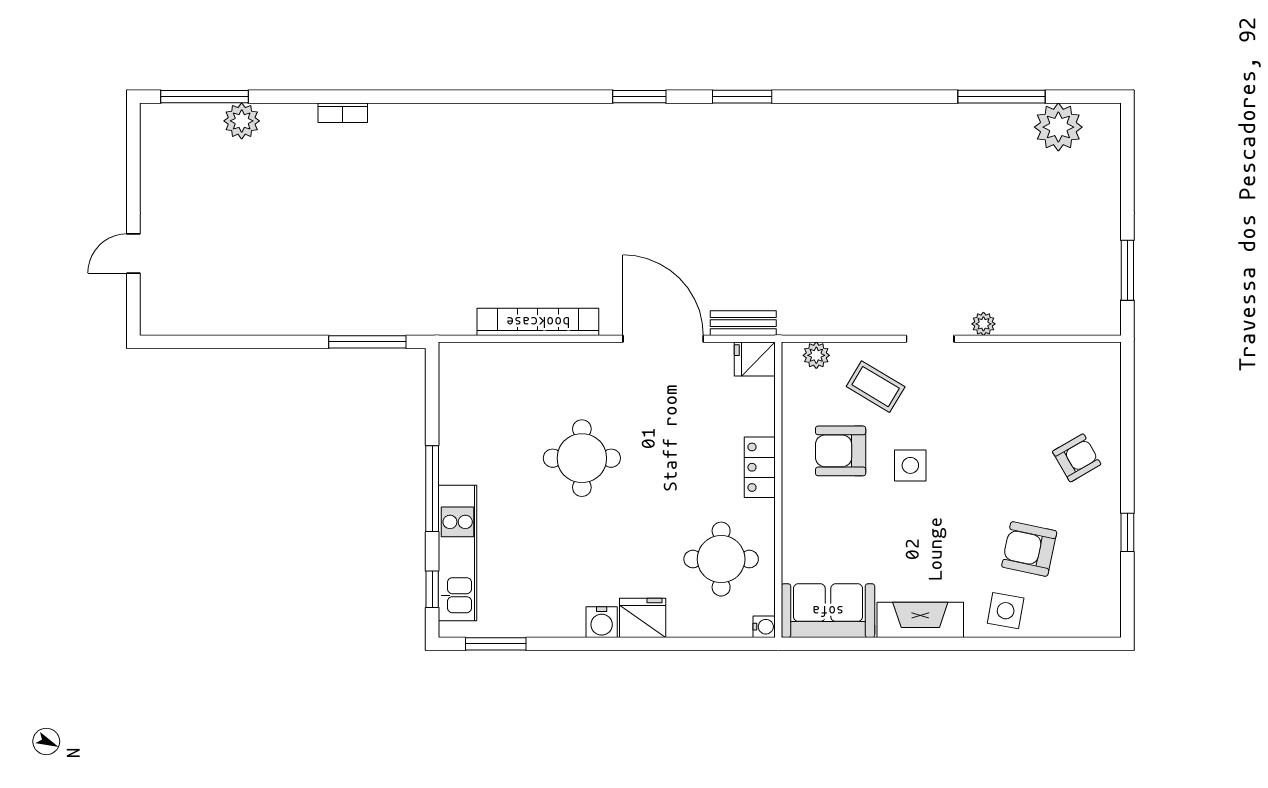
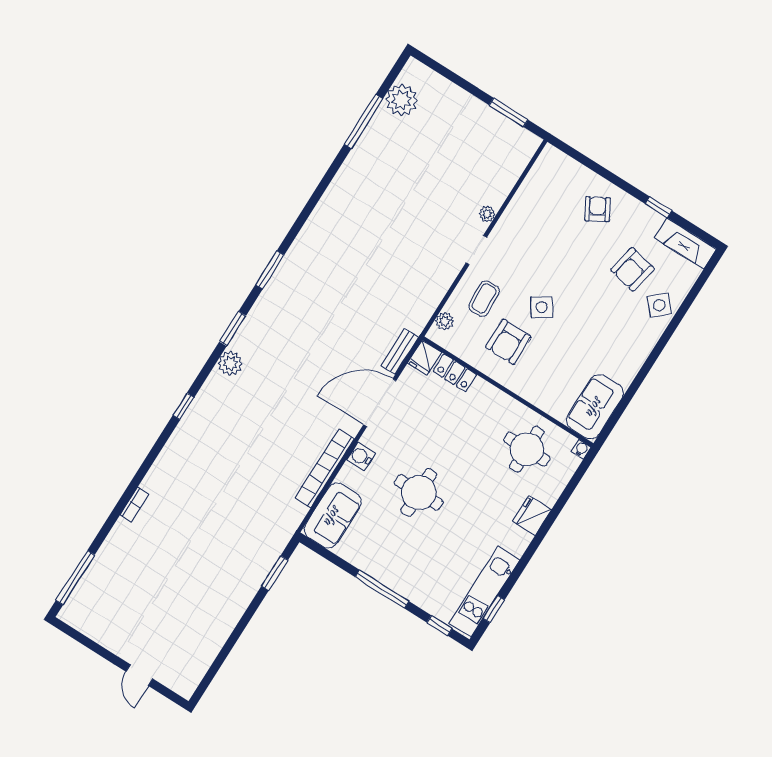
window: (504, 97) -> (183, 406), added
plant: (242, 121) -> (230, 363), moved
window: (367, 342) -> (275, 573), width x0.69
sofa: (485, 369) -> (333, 516), added
coffee table: (876, 387) -> (484, 298), turned -34
side table: (910, 465) -> (542, 307), turned -33
locker: (760, 467) -> (455, 373), moved
kitchen unit: (458, 553) -> (484, 592), moved, turned -90
side table: (1006, 611) -> (659, 305), turned 38
fireplace: (920, 620) -> (685, 243), moved, turned -90
water cooler: (602, 622) -> (361, 457), moved, turned 180
window: (496, 644) -> (494, 609), width x0.67

